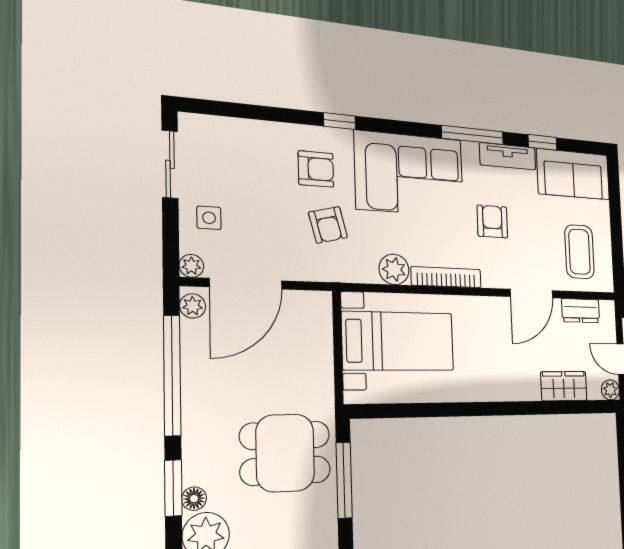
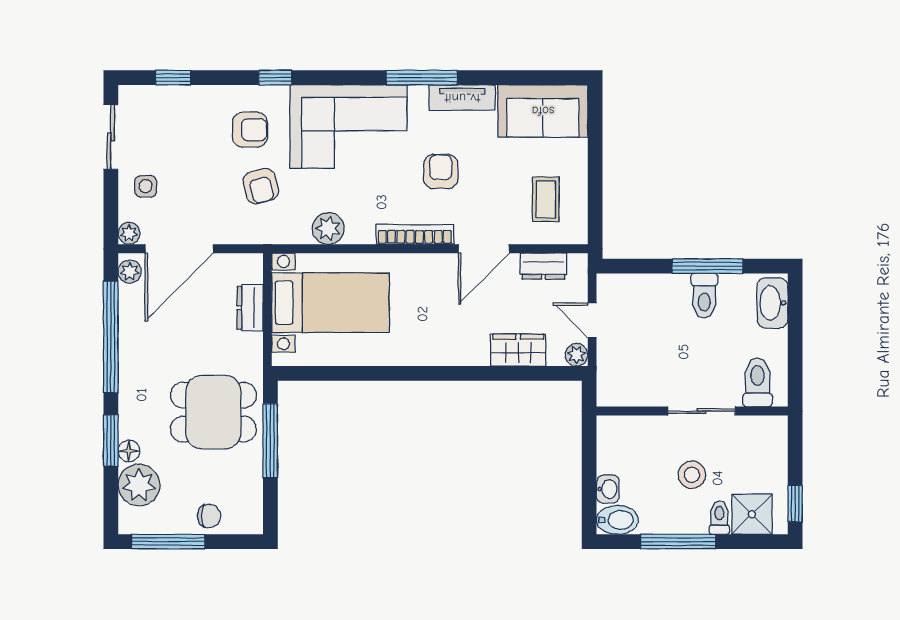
window: (543, 142) -> (173, 78), moved
coffee table: (579, 252) -> (546, 199), width x0.73, depth x0.77
bookcase: (446, 277) -> (415, 234), moved
dresser: (320, 346) -> (250, 308), added

